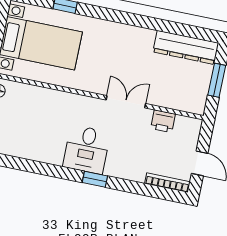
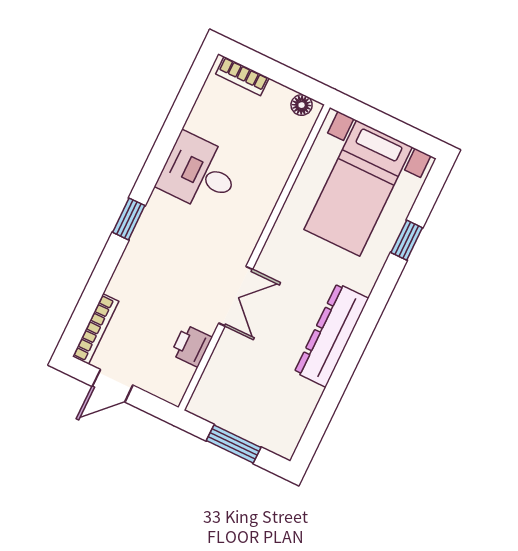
dresser: (186, 47) -> (332, 335), moved
desk: (87, 149) -> (199, 173), moved

